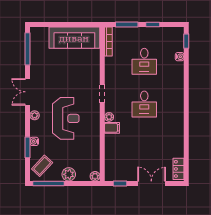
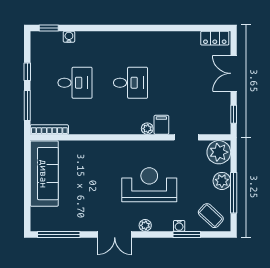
doorway: (102, 94) -> (186, 137), moved
plant: (95, 176) -> (219, 152), width x1.87, depth x1.87
window: (48, 183) -> (234, 193), moved

